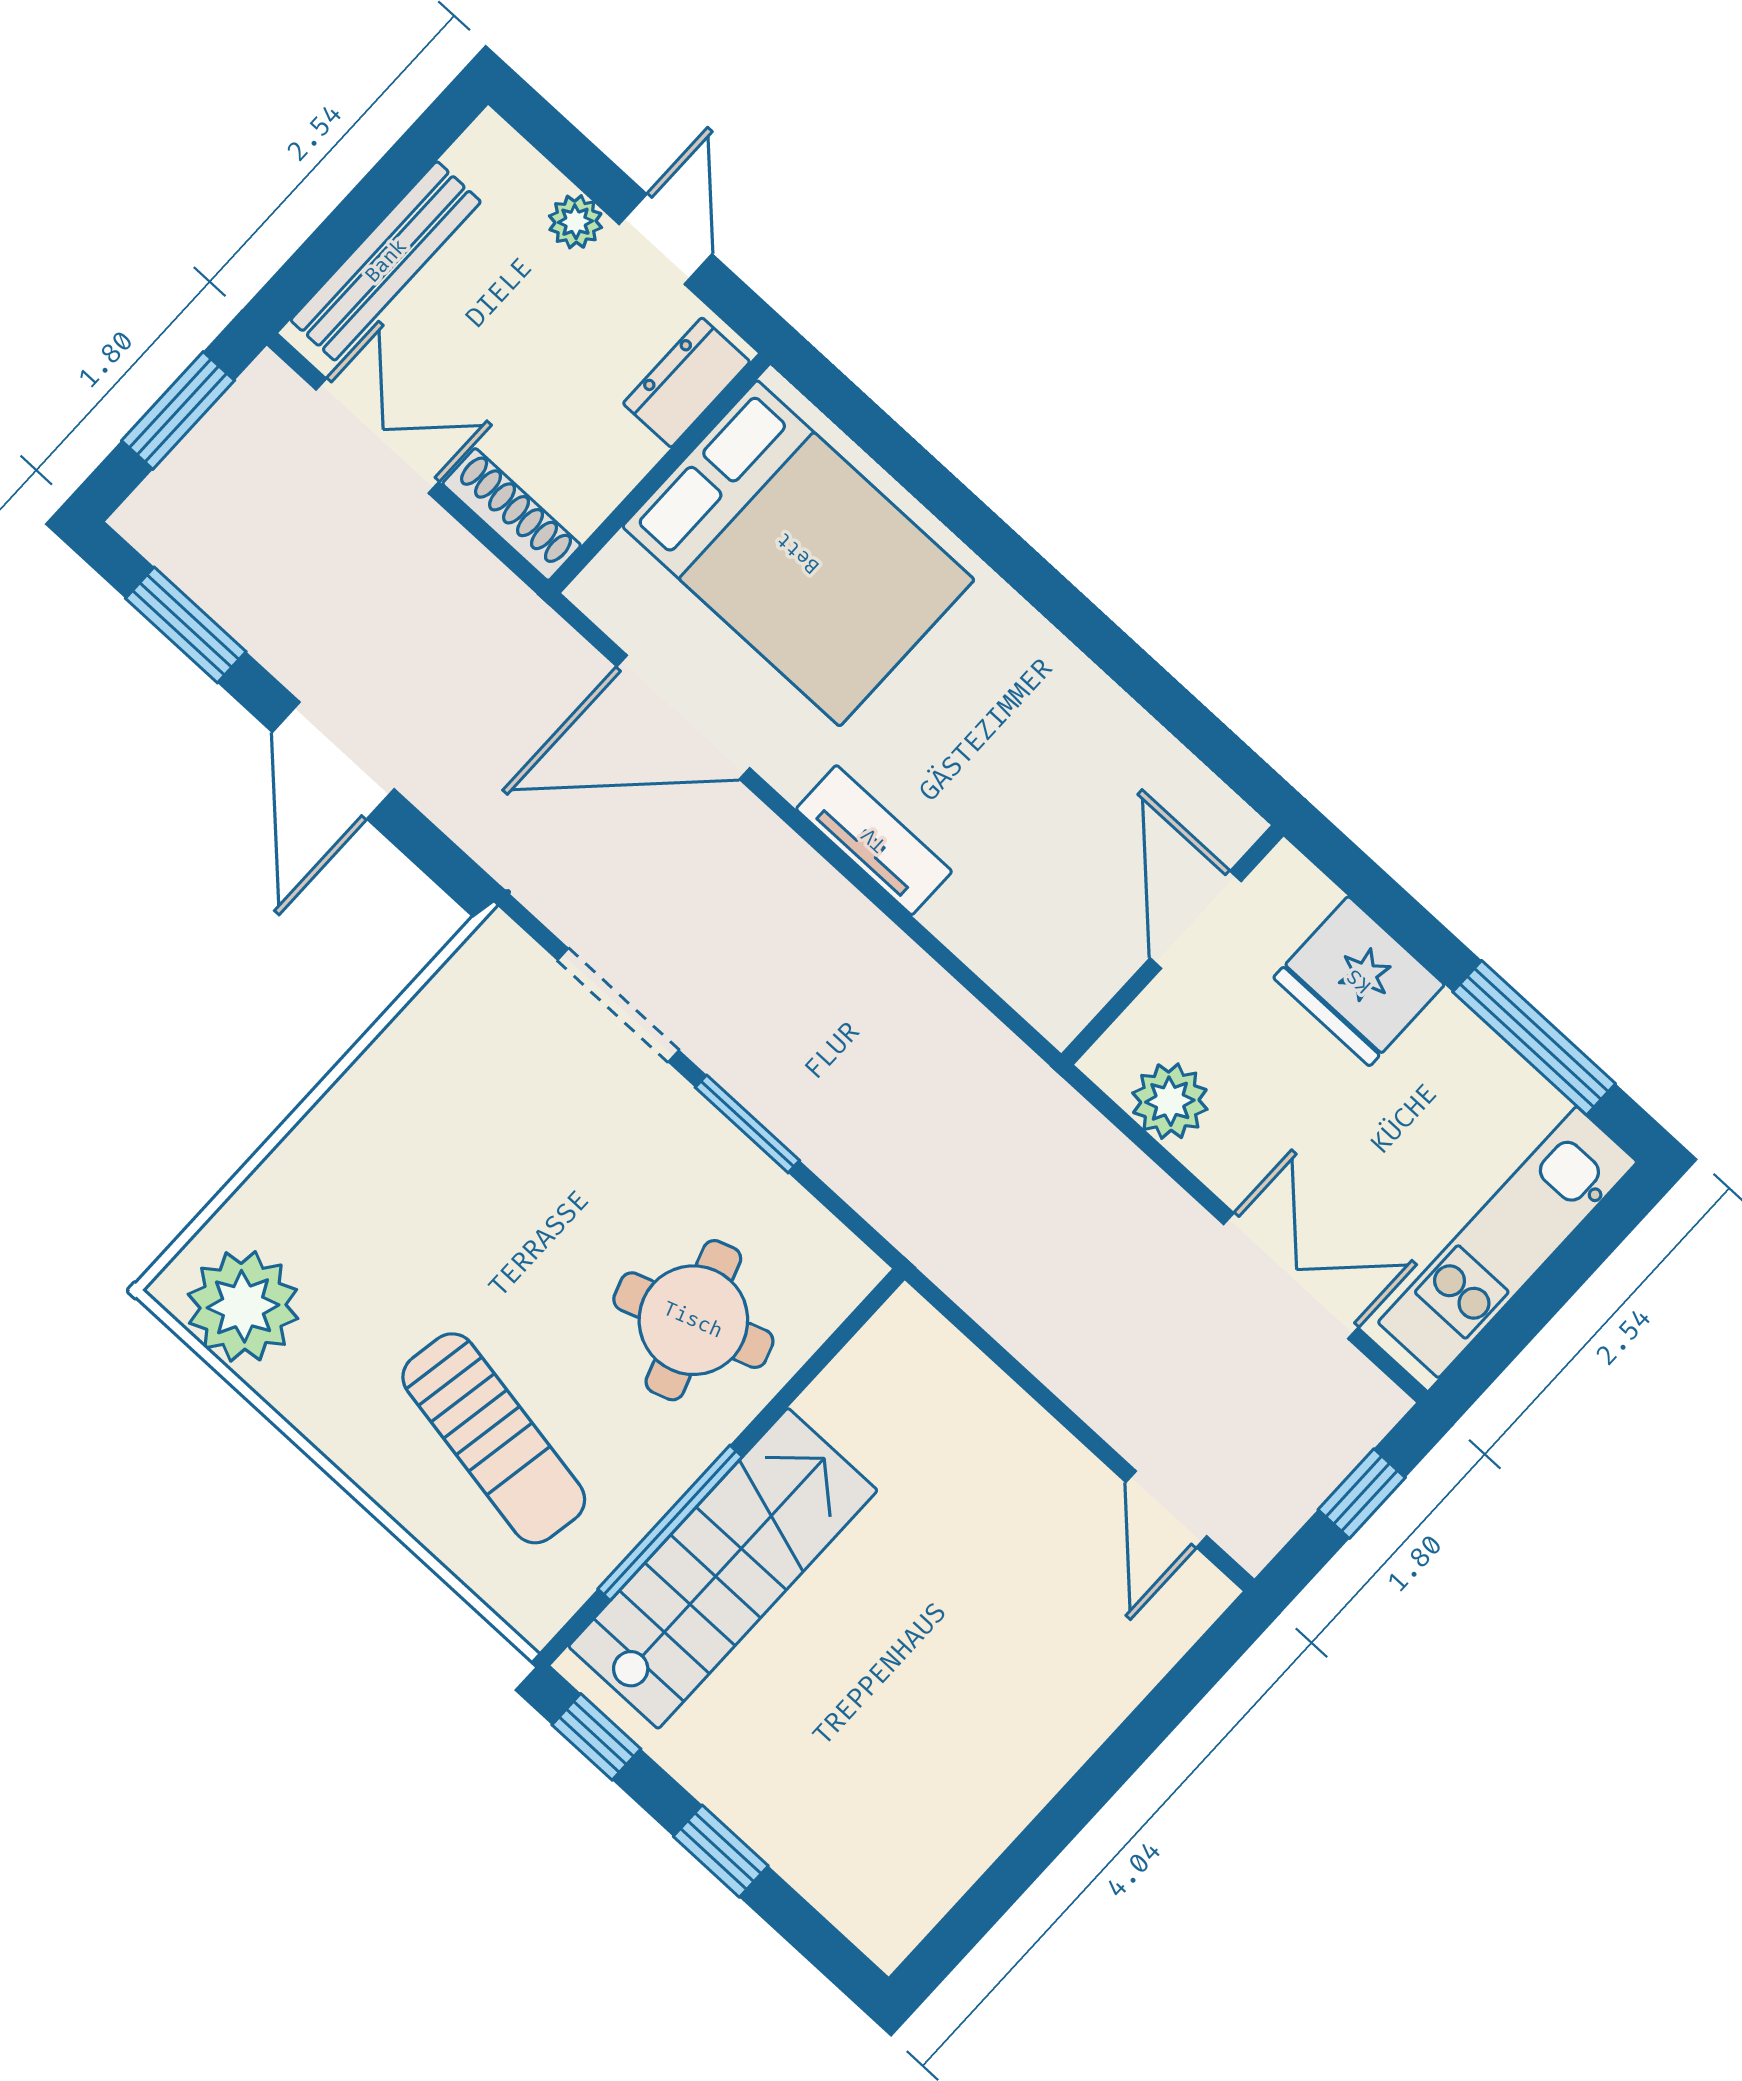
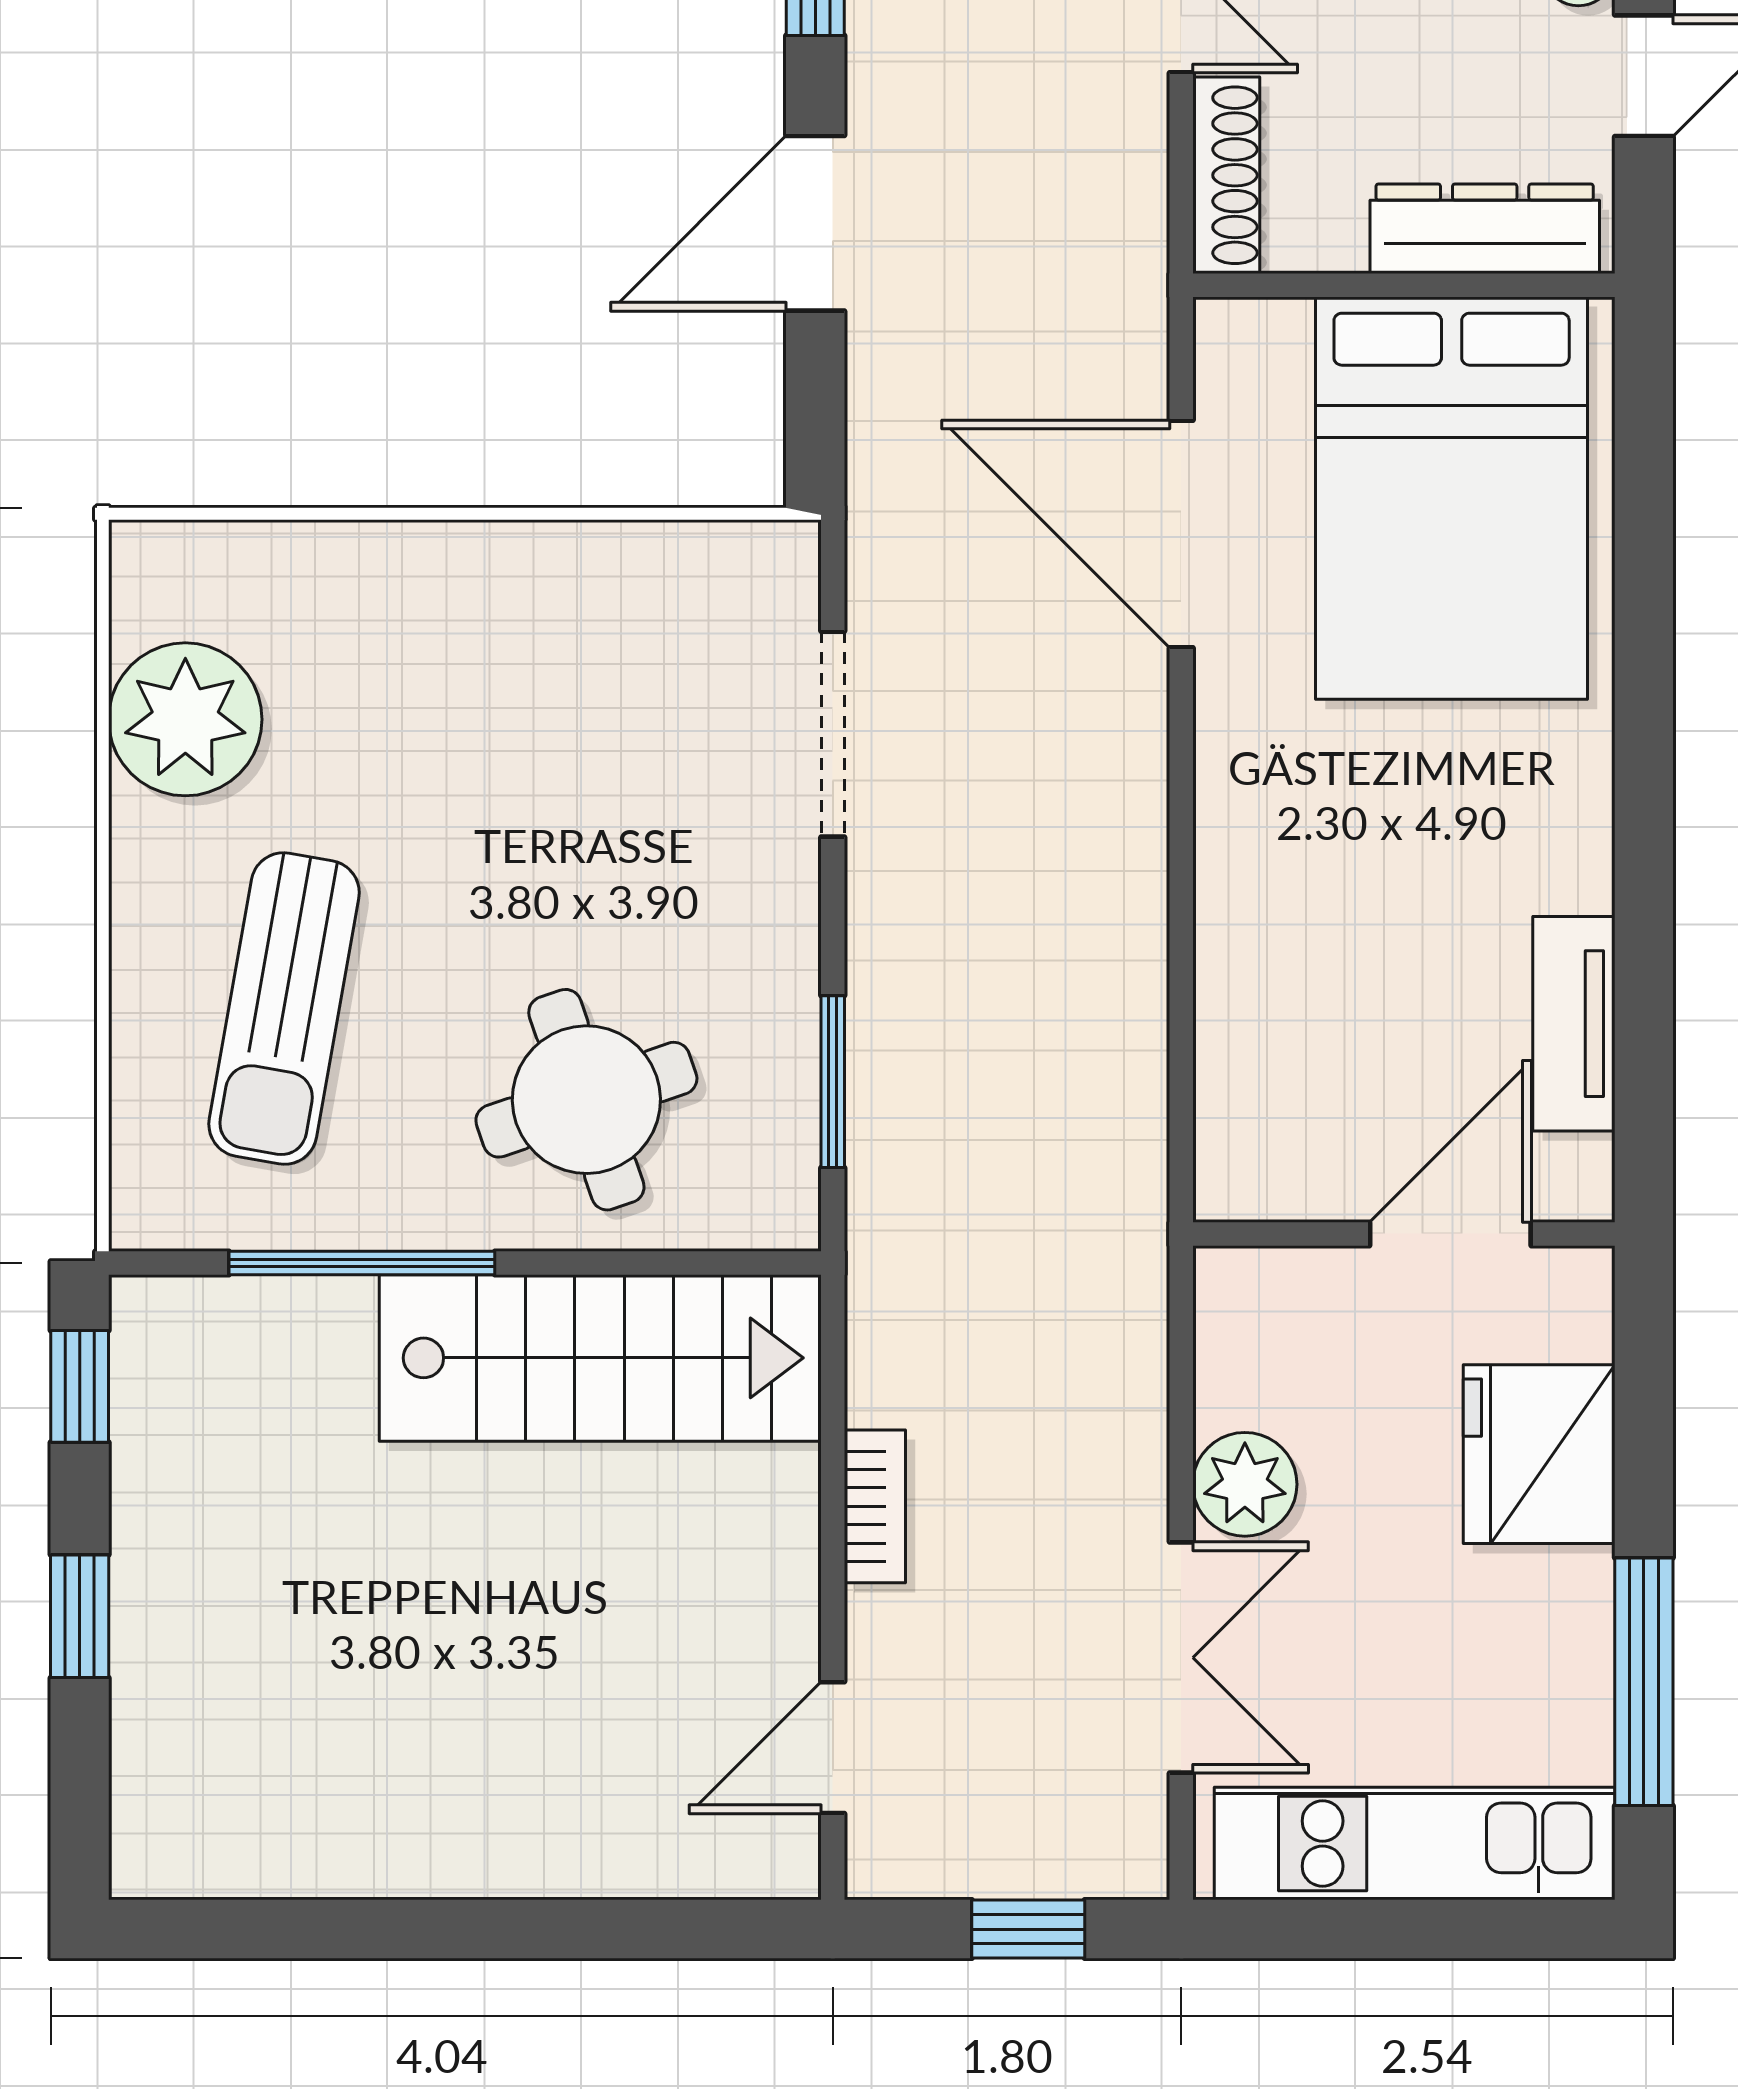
dresser: (686, 382) -> (1485, 229), width x1.44
tv unit: (874, 840) -> (1574, 1024), moved, turned 180
plant: (1170, 1101) -> (1245, 1484), moved
window: (747, 1124) -> (833, 1082), moved
plant: (243, 1306) -> (185, 719), moved
bookcase: (1057, 1366) -> (875, 1506), added
stairs: (723, 1568) -> (600, 1358), moved

